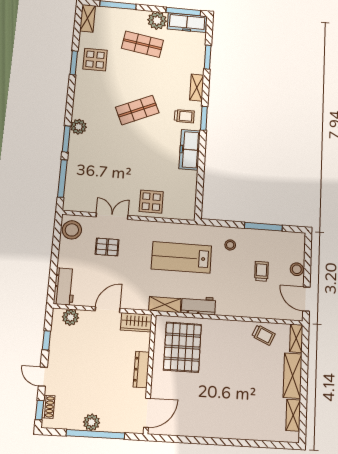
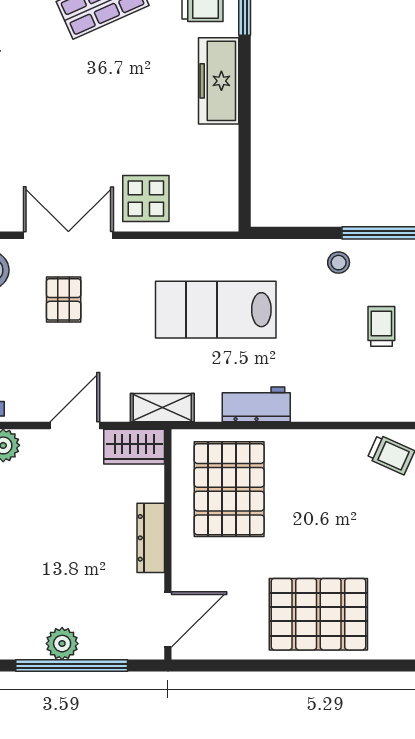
double door: (112, 216) -> (68, 235), width x1.37
stool: (230, 245) -> (339, 263), moved
pallet: (107, 247) -> (64, 299), turned 90
shelving: (165, 305) -> (162, 408), moved
pallet: (224, 415) -> (318, 614), added

